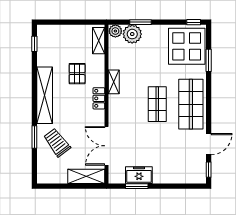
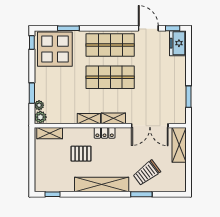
plant: (132, 34) -> (39, 105), width x0.53, depth x0.53
shop shelf: (157, 104) -> (110, 77), width x1.43, depth x1.36
shelving: (114, 108) -> (113, 118), added
freezer: (139, 175) -> (178, 43), moved

